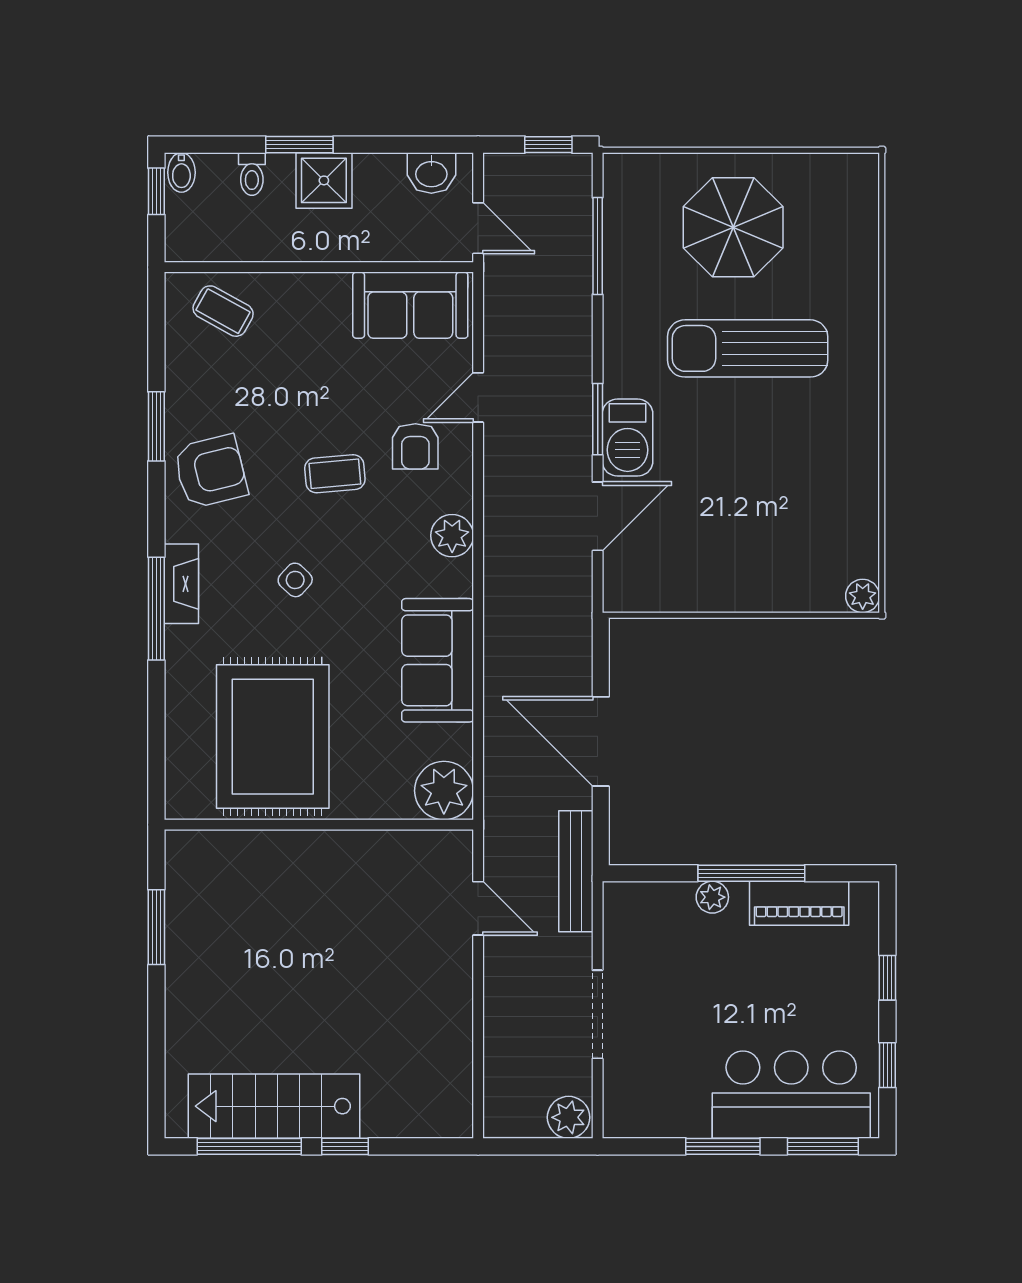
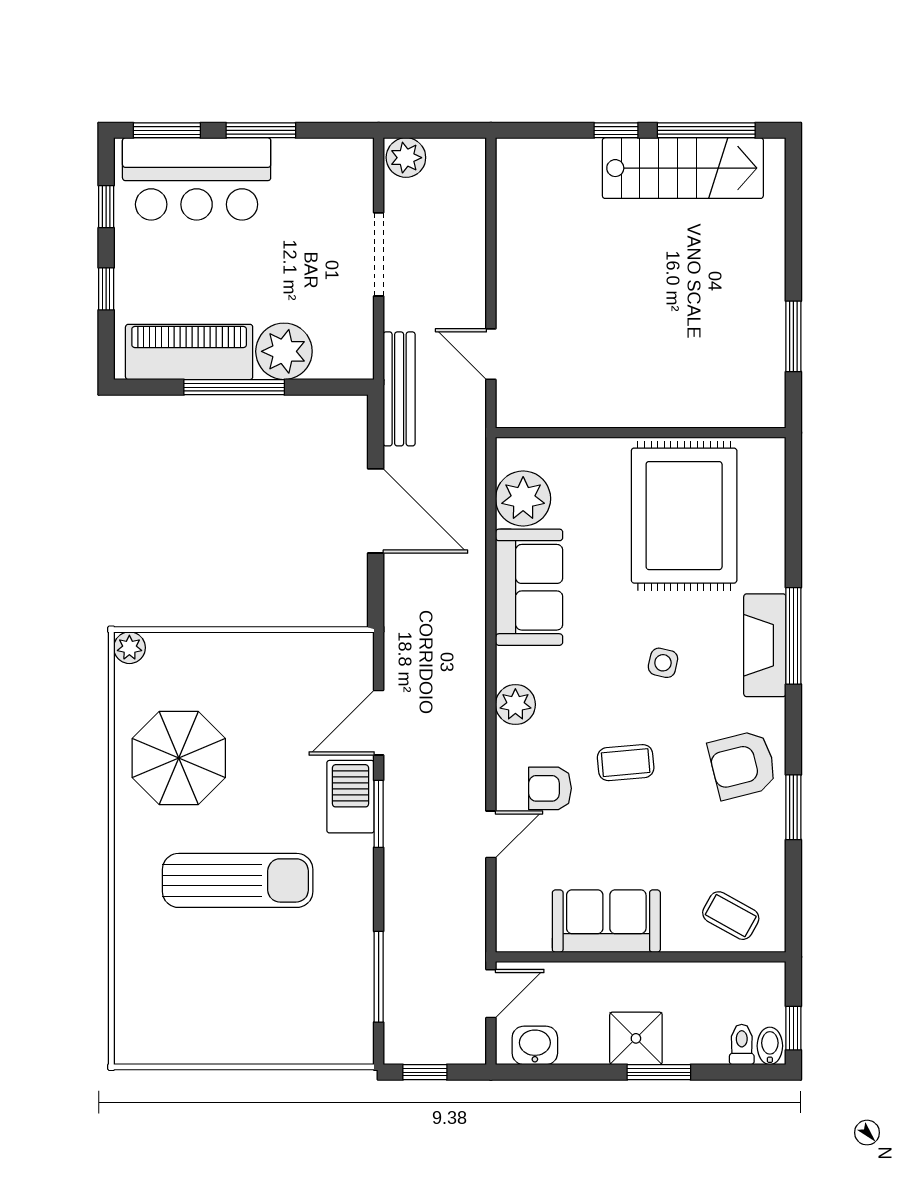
toilet: (252, 174) -> (742, 1044), moved
parasol: (733, 227) -> (179, 758), moved
door: (478, 228) -> (491, 994), swing flipped
sofa: (410, 305) -> (606, 921), moved
armchair: (415, 446) -> (550, 788), turned -90
side table: (295, 580) -> (663, 663), turned -30
fireplace: (181, 584) -> (765, 645), width x1.37, depth x1.32
plant: (444, 791) -> (523, 499), moved
plant: (712, 897) -> (284, 351), width x1.88, depth x1.88
piano: (799, 903) -> (189, 352), width x1.37, depth x1.33

